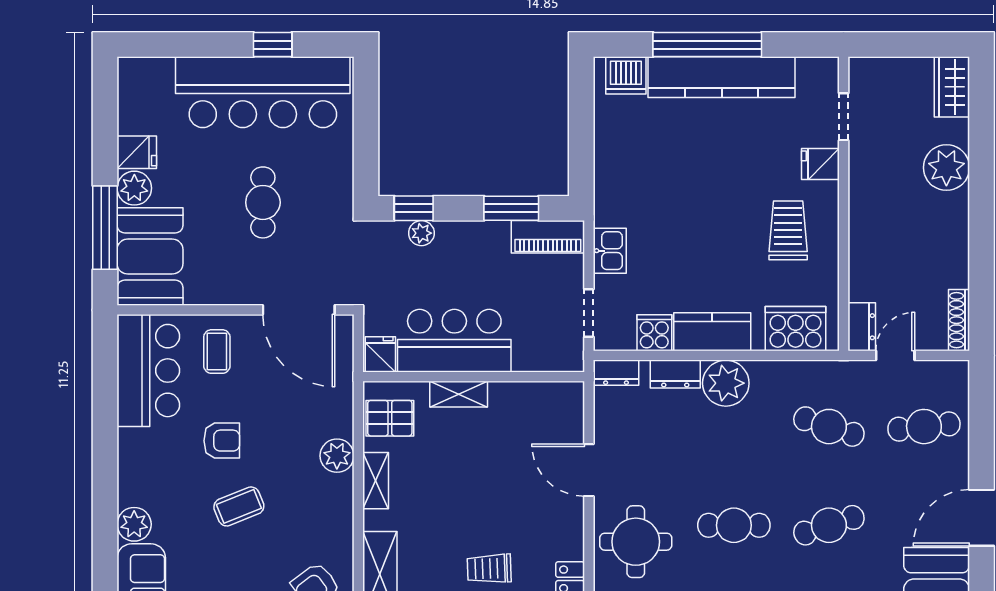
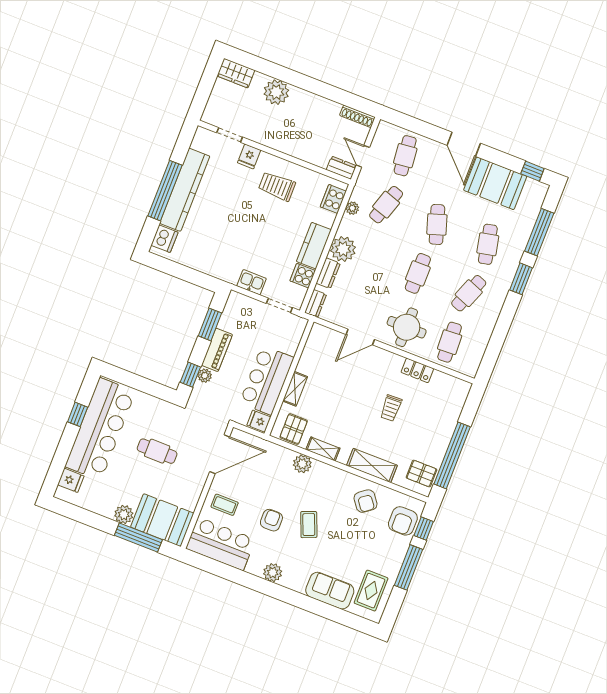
fridge: (137, 152) -> (71, 480), moved, turned 90
piano: (548, 237) -> (217, 350), moved
cooker: (796, 329) -> (333, 199), width x0.73, depth x0.76
plant: (801, 372) -> (352, 208), added
plant: (134, 524) -> (273, 573), moved

